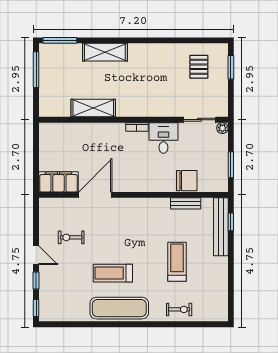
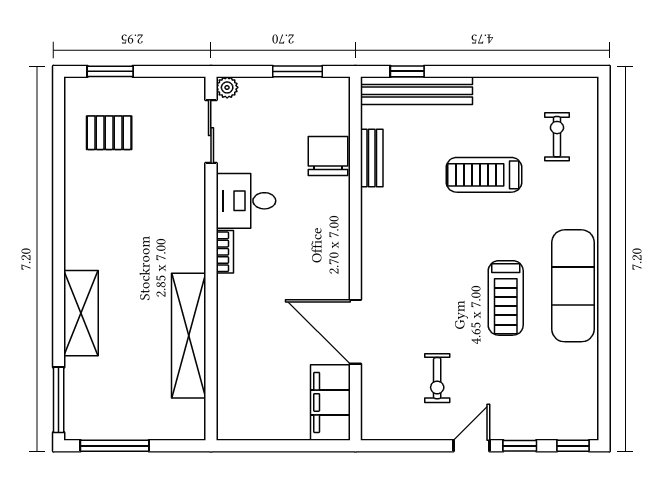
shelving: (93, 108) -> (189, 336), width x1.47
exercise bike: (179, 309) -> (557, 137), moved

